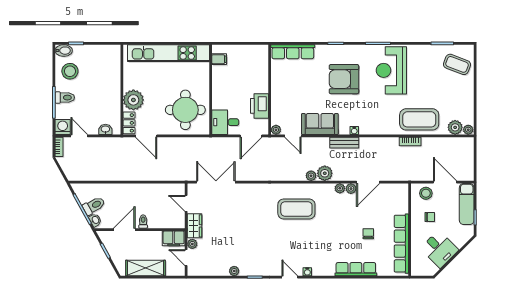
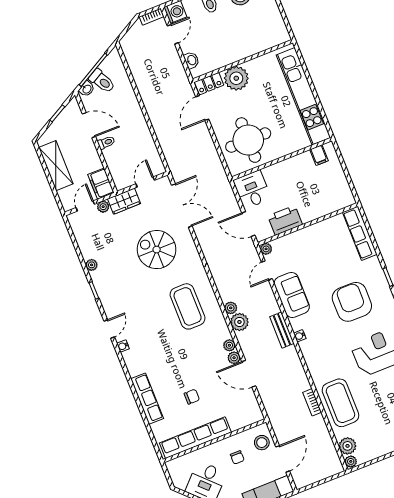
spiral stairs: (242, 215) -> (157, 250), added

